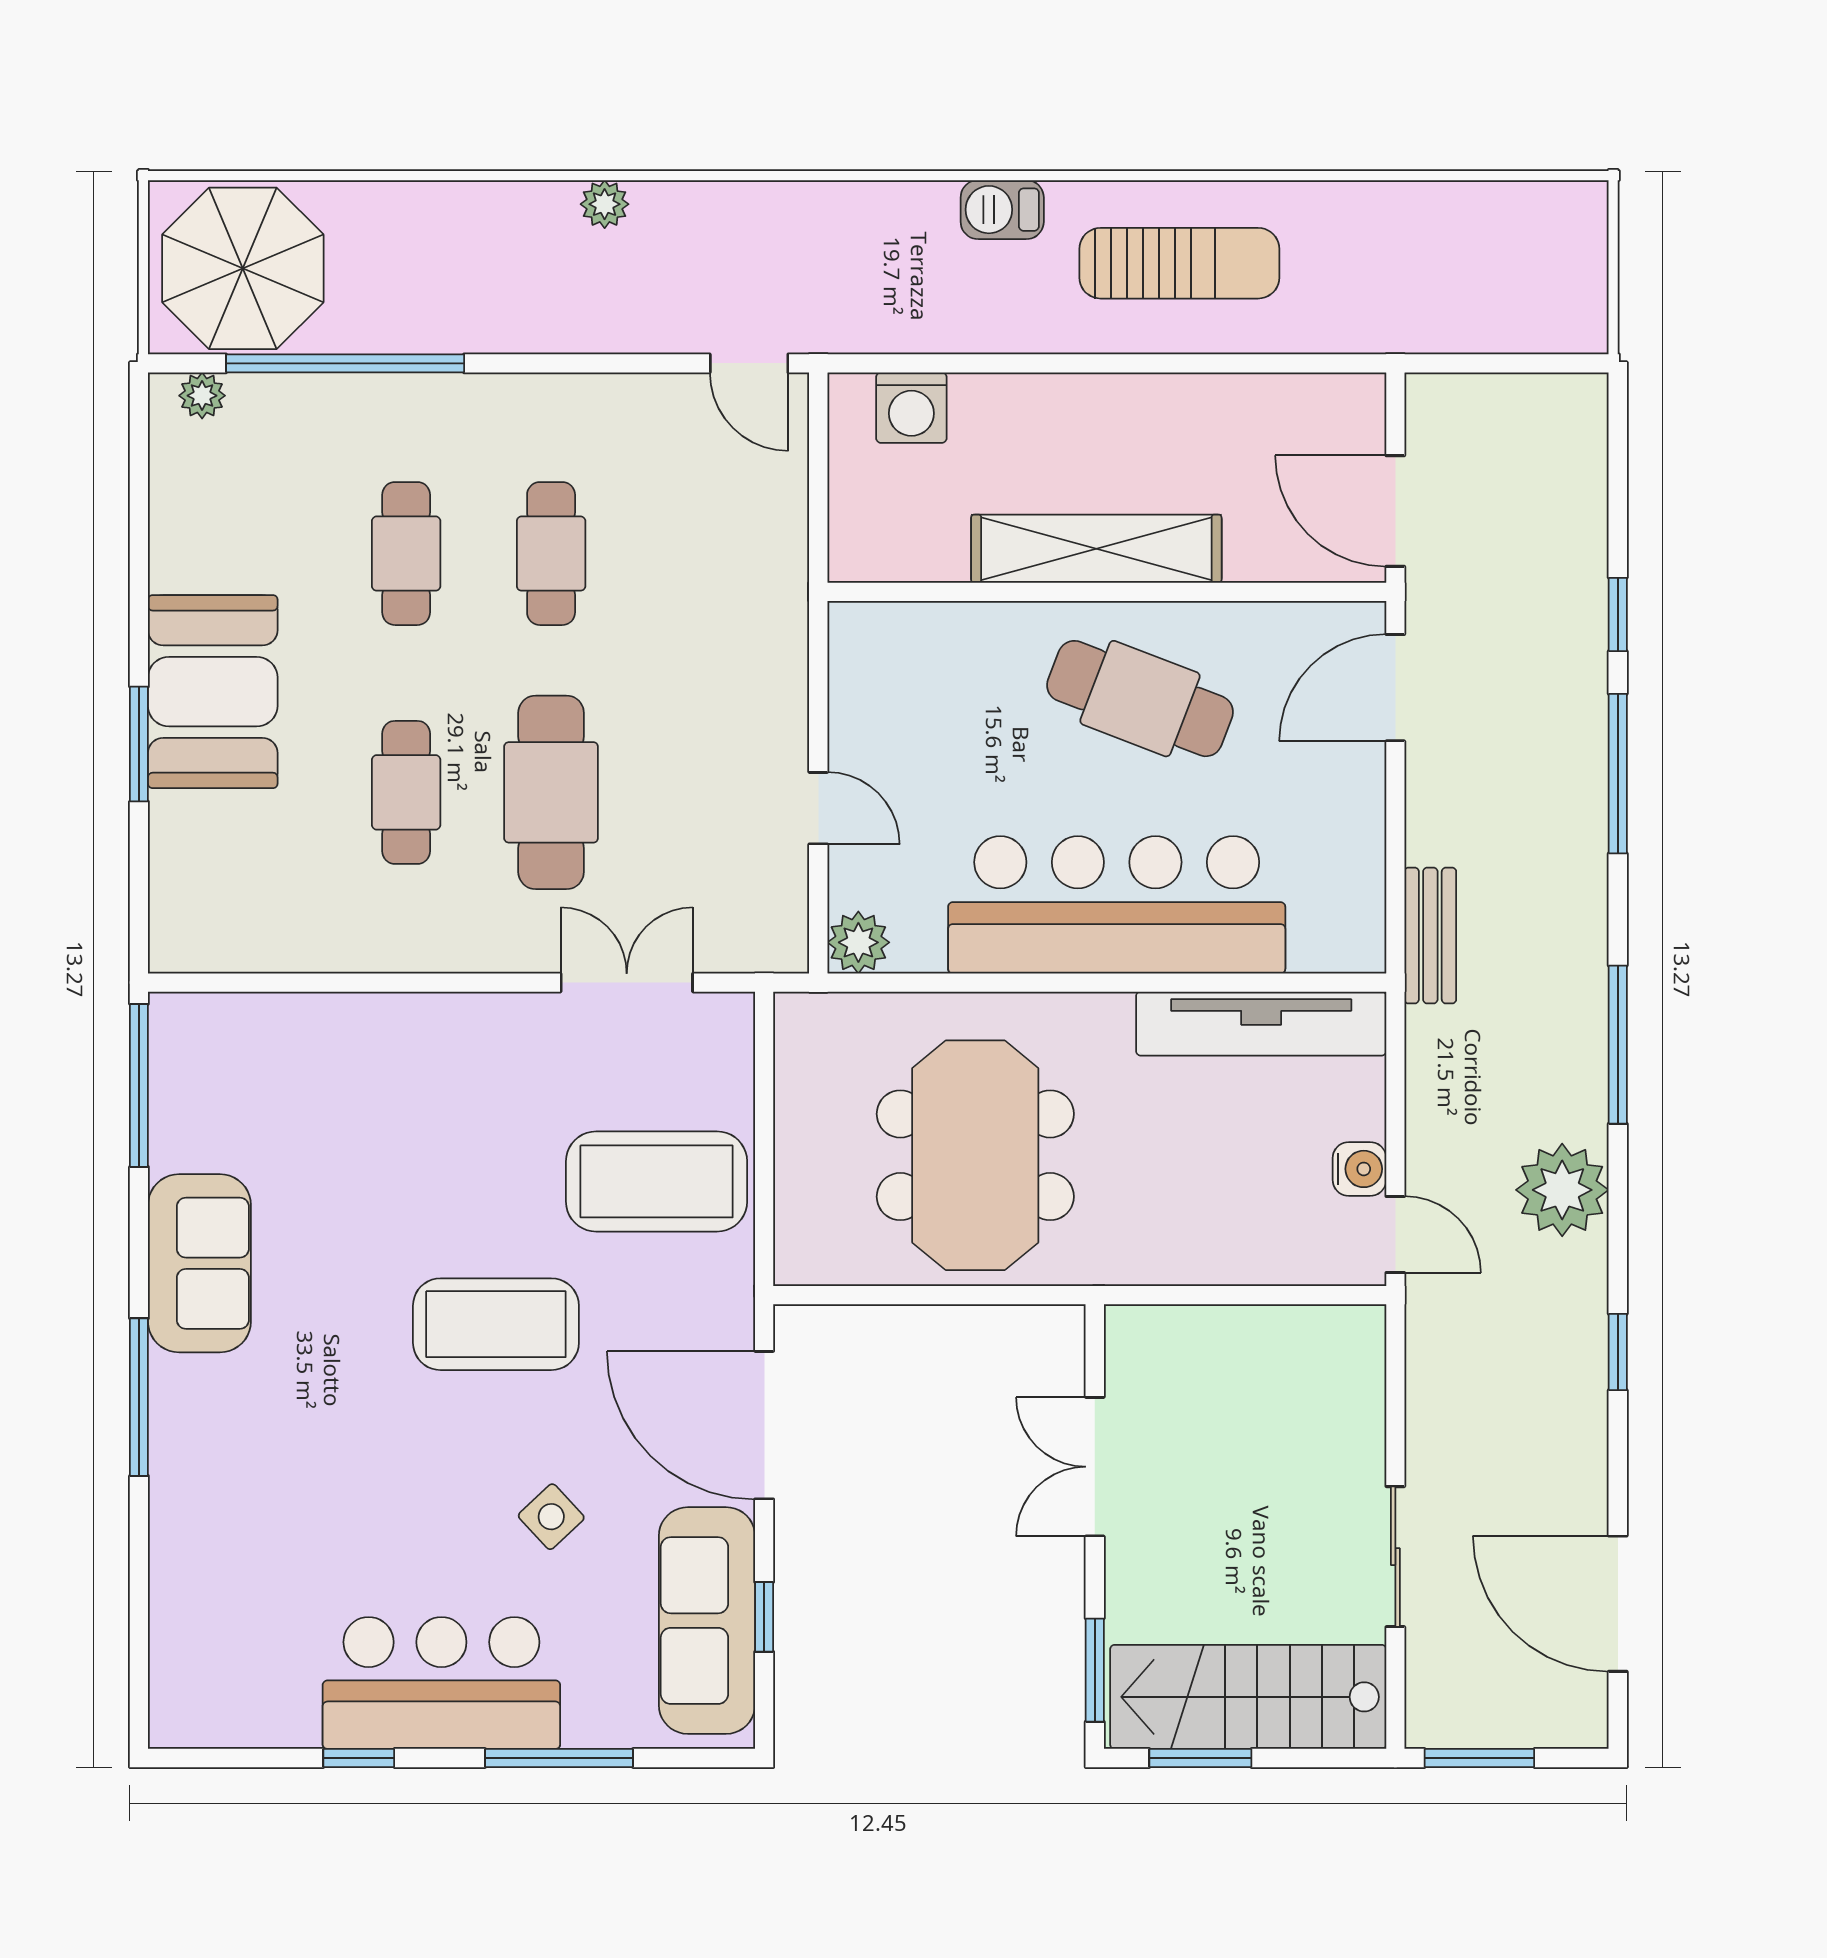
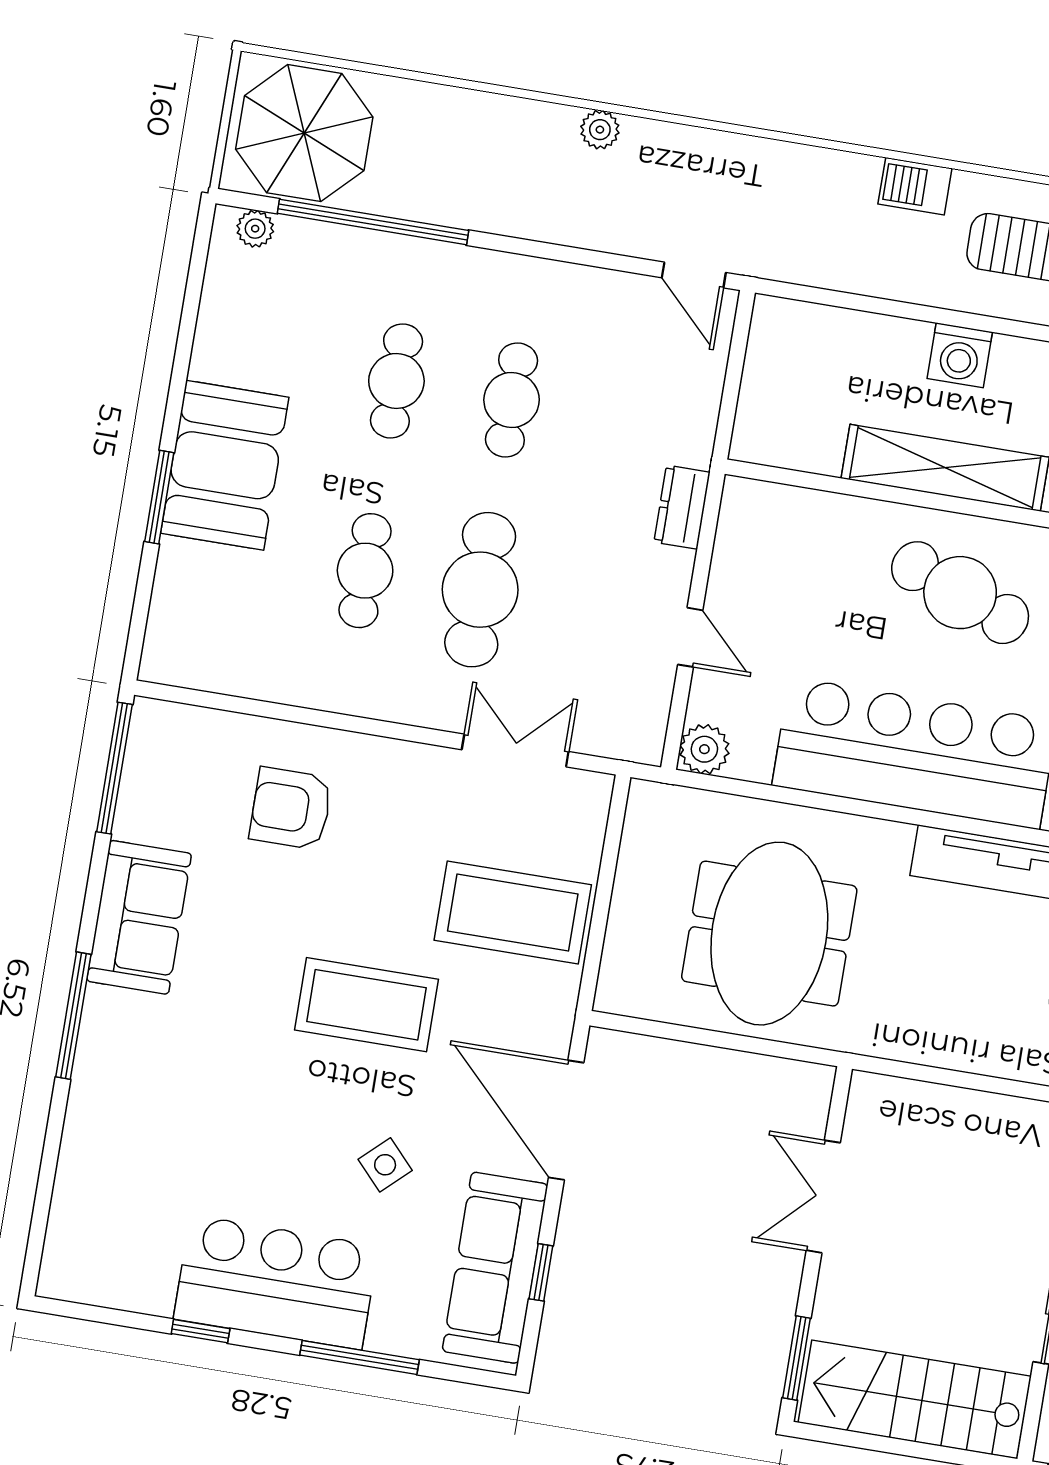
washing machine: (911, 408) -> (960, 355), moved
dresser: (782, 650) -> (682, 507), added
armchair: (364, 1099) -> (291, 808), added
window: (1200, 1758) -> (869, 1442), removed

